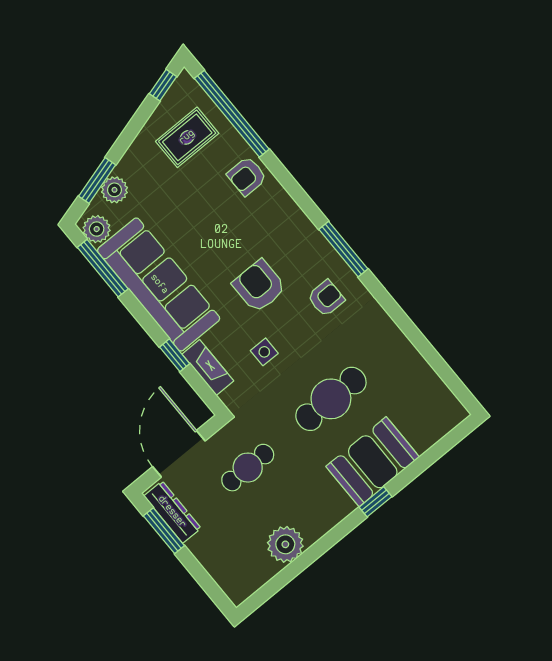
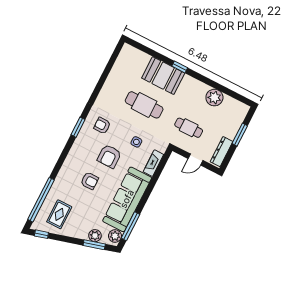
rug: (187, 137) -> (59, 214), turned 90
armchair: (247, 176) -> (90, 181), moved
window: (343, 249) -> (78, 127), width x0.69
window: (175, 355) -> (154, 180), removed
door: (179, 454) -> (195, 160), width x0.53
window: (164, 531) -> (240, 135), moved

